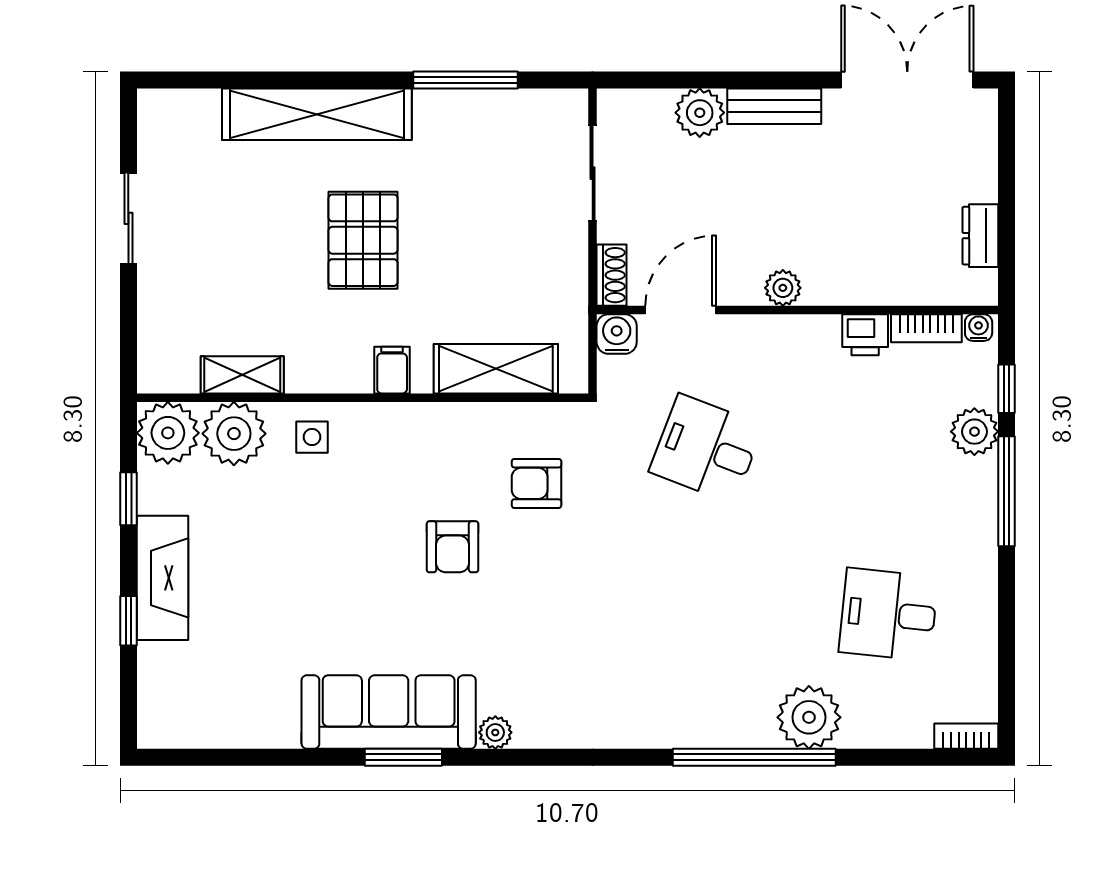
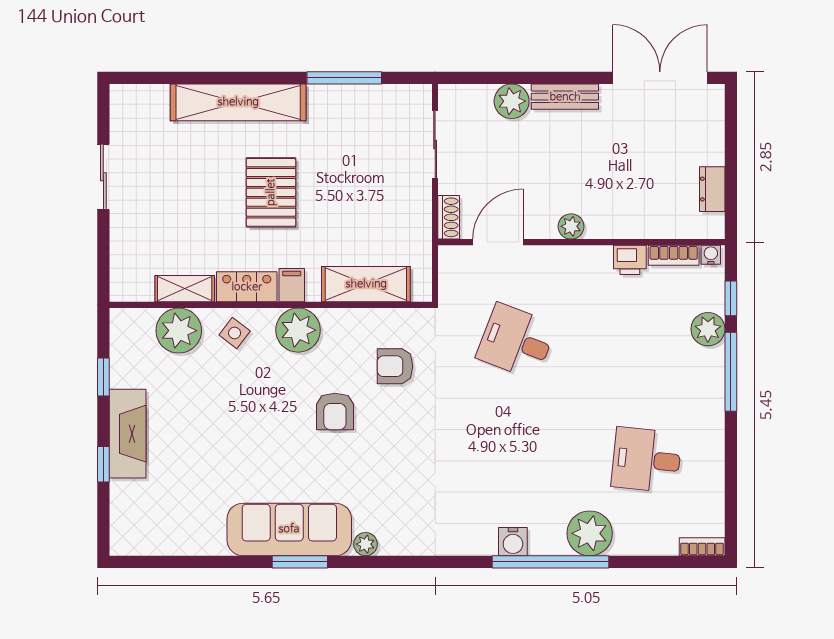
water cooler: (617, 334) -> (513, 542), moved, turned 180
locker: (329, 372) -> (247, 287), added
plant: (168, 433) -> (298, 330), moved
side table: (312, 437) -> (235, 333), turned 37

